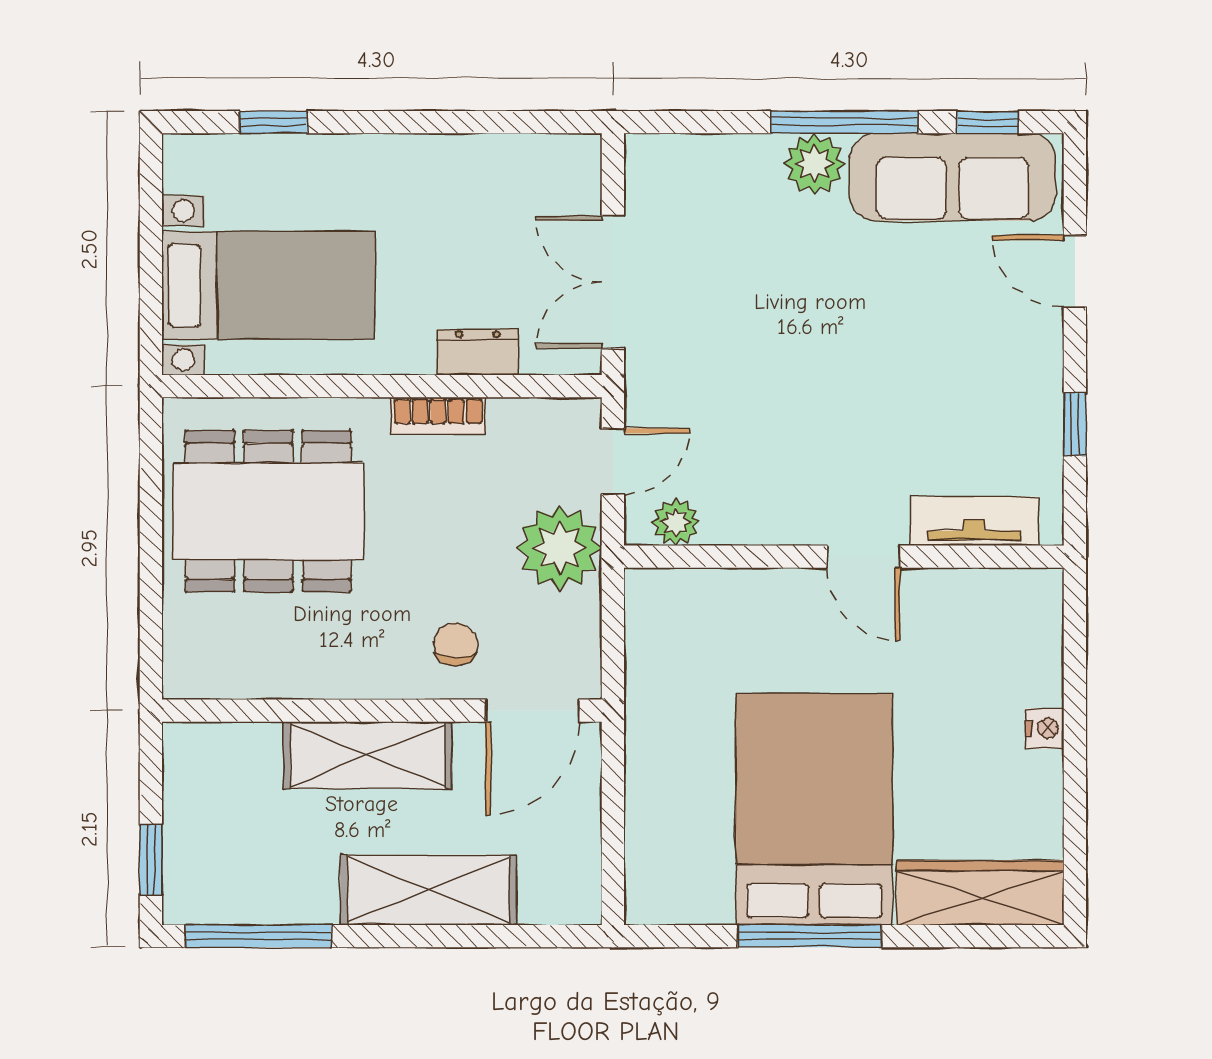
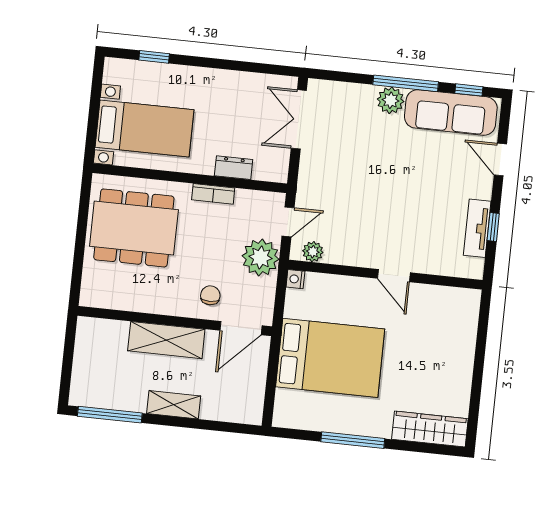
double door: (613, 282) -> (299, 119), moved
tv unit: (974, 521) -> (477, 228), moved, turned -90
nightstand: (1045, 728) -> (295, 279), moved, turned 180
bed: (814, 809) -> (330, 358), moved, turned 90
window: (151, 859) -> (66, 376), removed
shelving: (428, 890) -> (174, 405), width x0.67, depth x0.75

